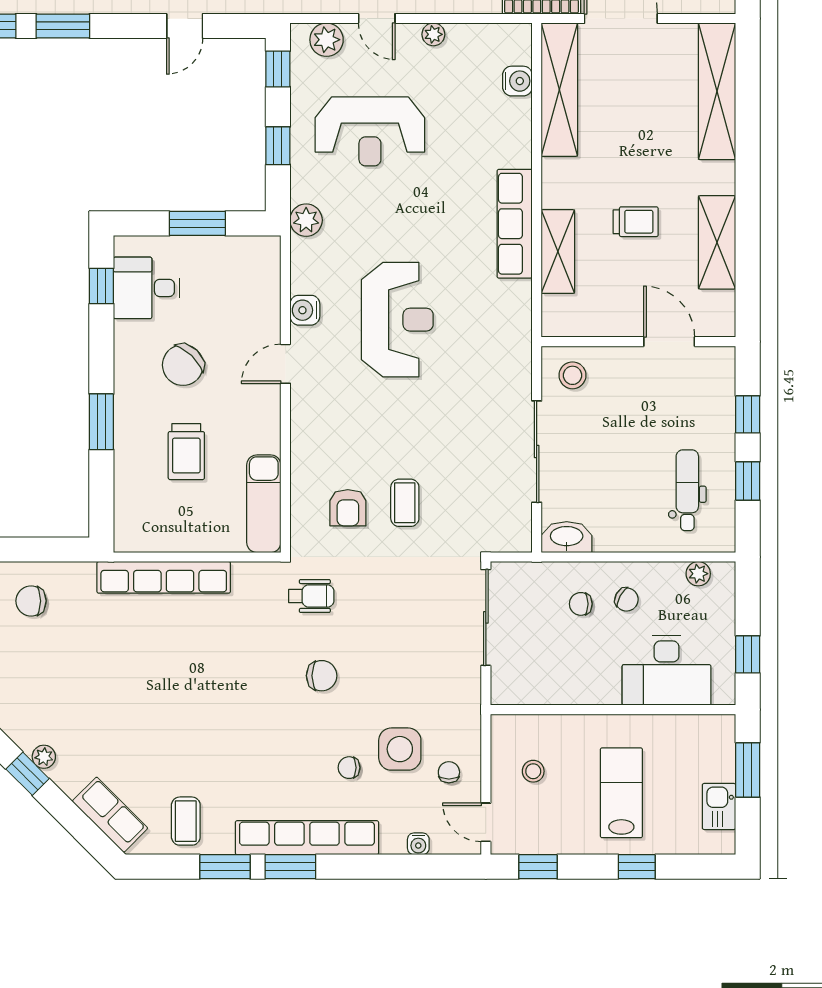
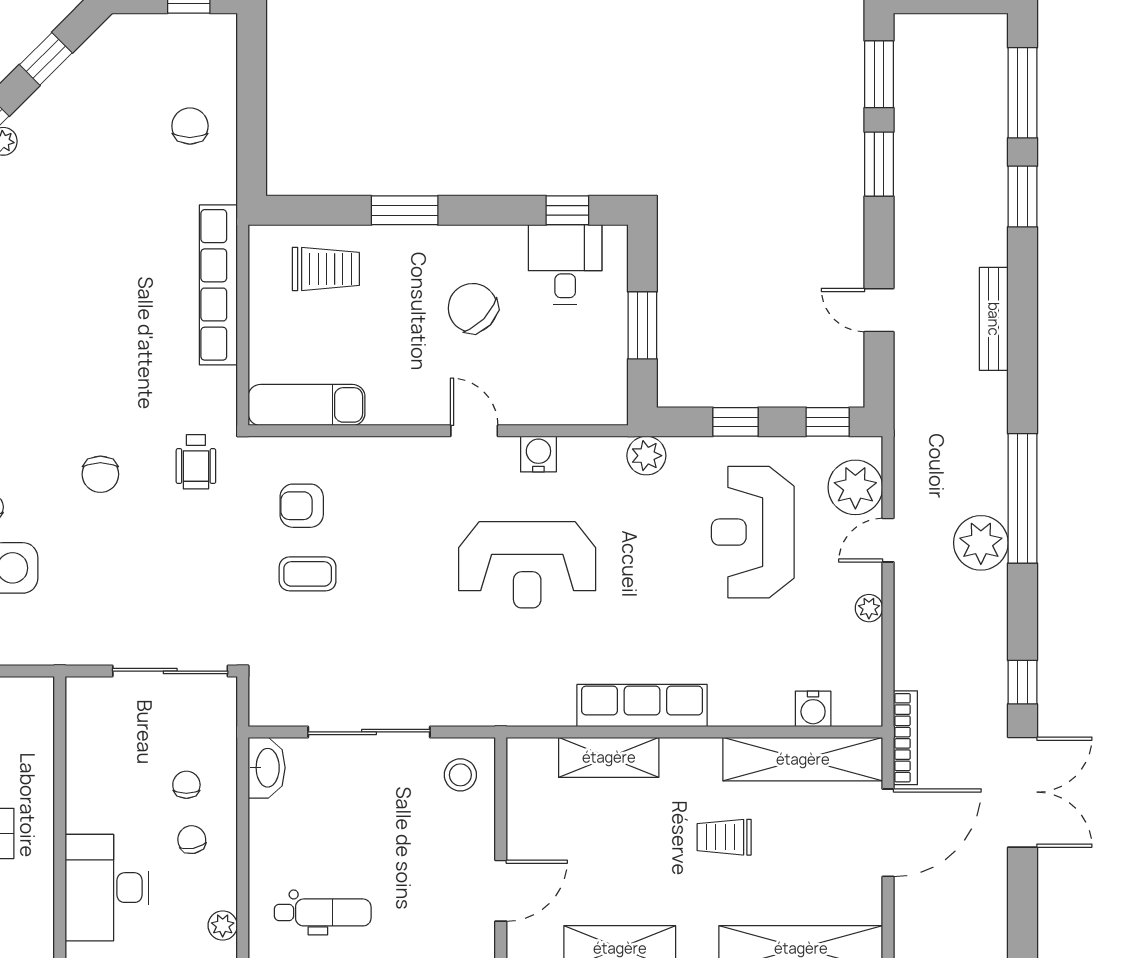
plant: (327, 40) -> (855, 487), width x1.36, depth x1.36
trolley: (636, 222) -> (724, 837), moved, turned 90
trolley: (186, 452) -> (326, 269), moved, turned 180
chair: (627, 599) -> (192, 840), turned 140

